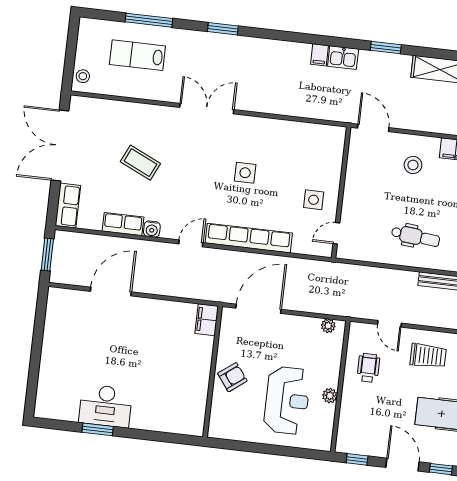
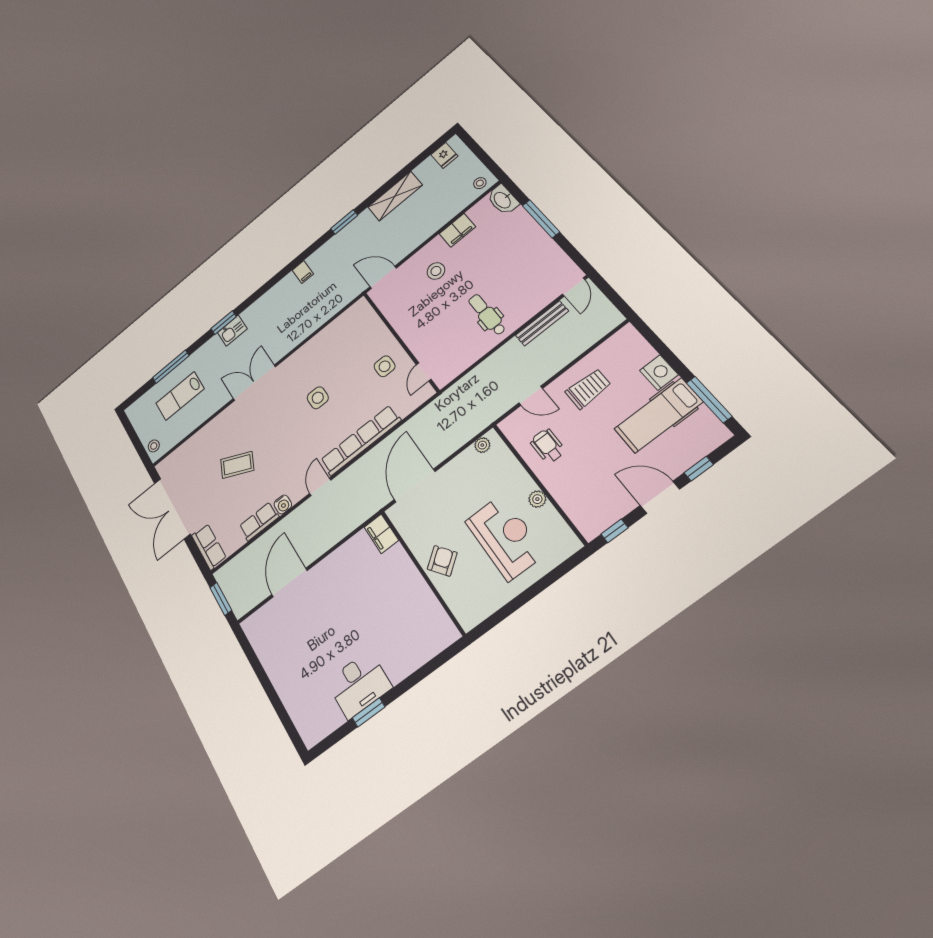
kitchen sink: (343, 58) -> (232, 331), moved
dental chair: (416, 237) -> (487, 315), turned -96

